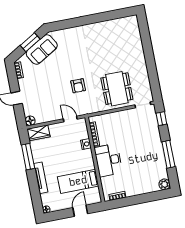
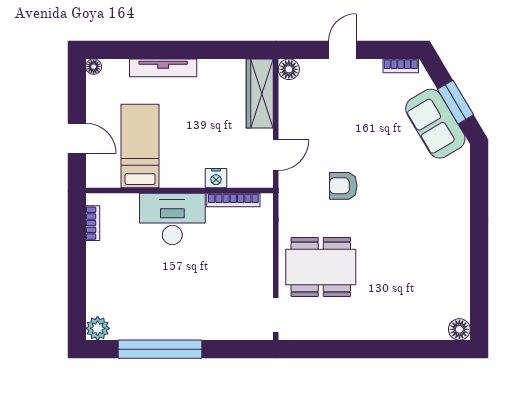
floor lamp: (133, 20) -> (459, 329), added
window: (161, 119) -> (239, 349), removed
wardrobe: (38, 133) -> (260, 93), width x1.50
window: (168, 154) -> (160, 349), width x1.46
window: (28, 157) -> (213, 50), removed

